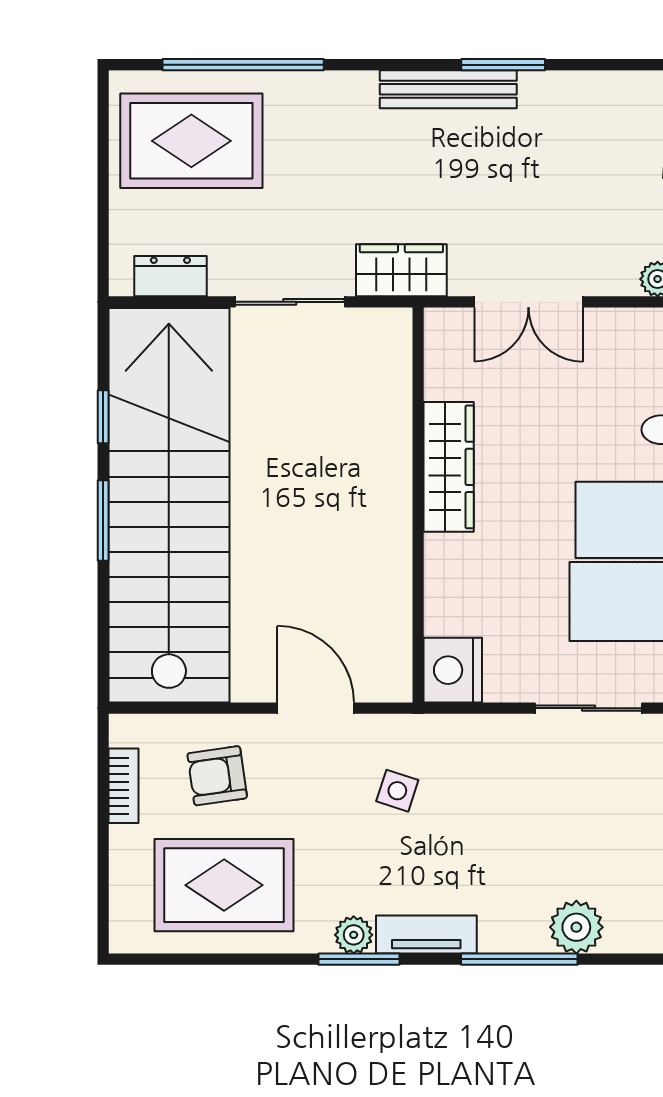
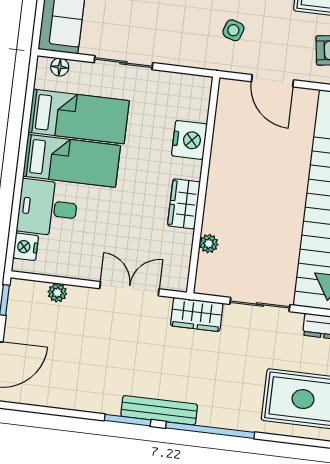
window: (243, 65) -> (210, 430), moved
plant: (395, 401) -> (209, 244), added
wardrobe: (449, 467) -> (184, 204), width x0.67
nightstand: (453, 670) -> (189, 140), moved

